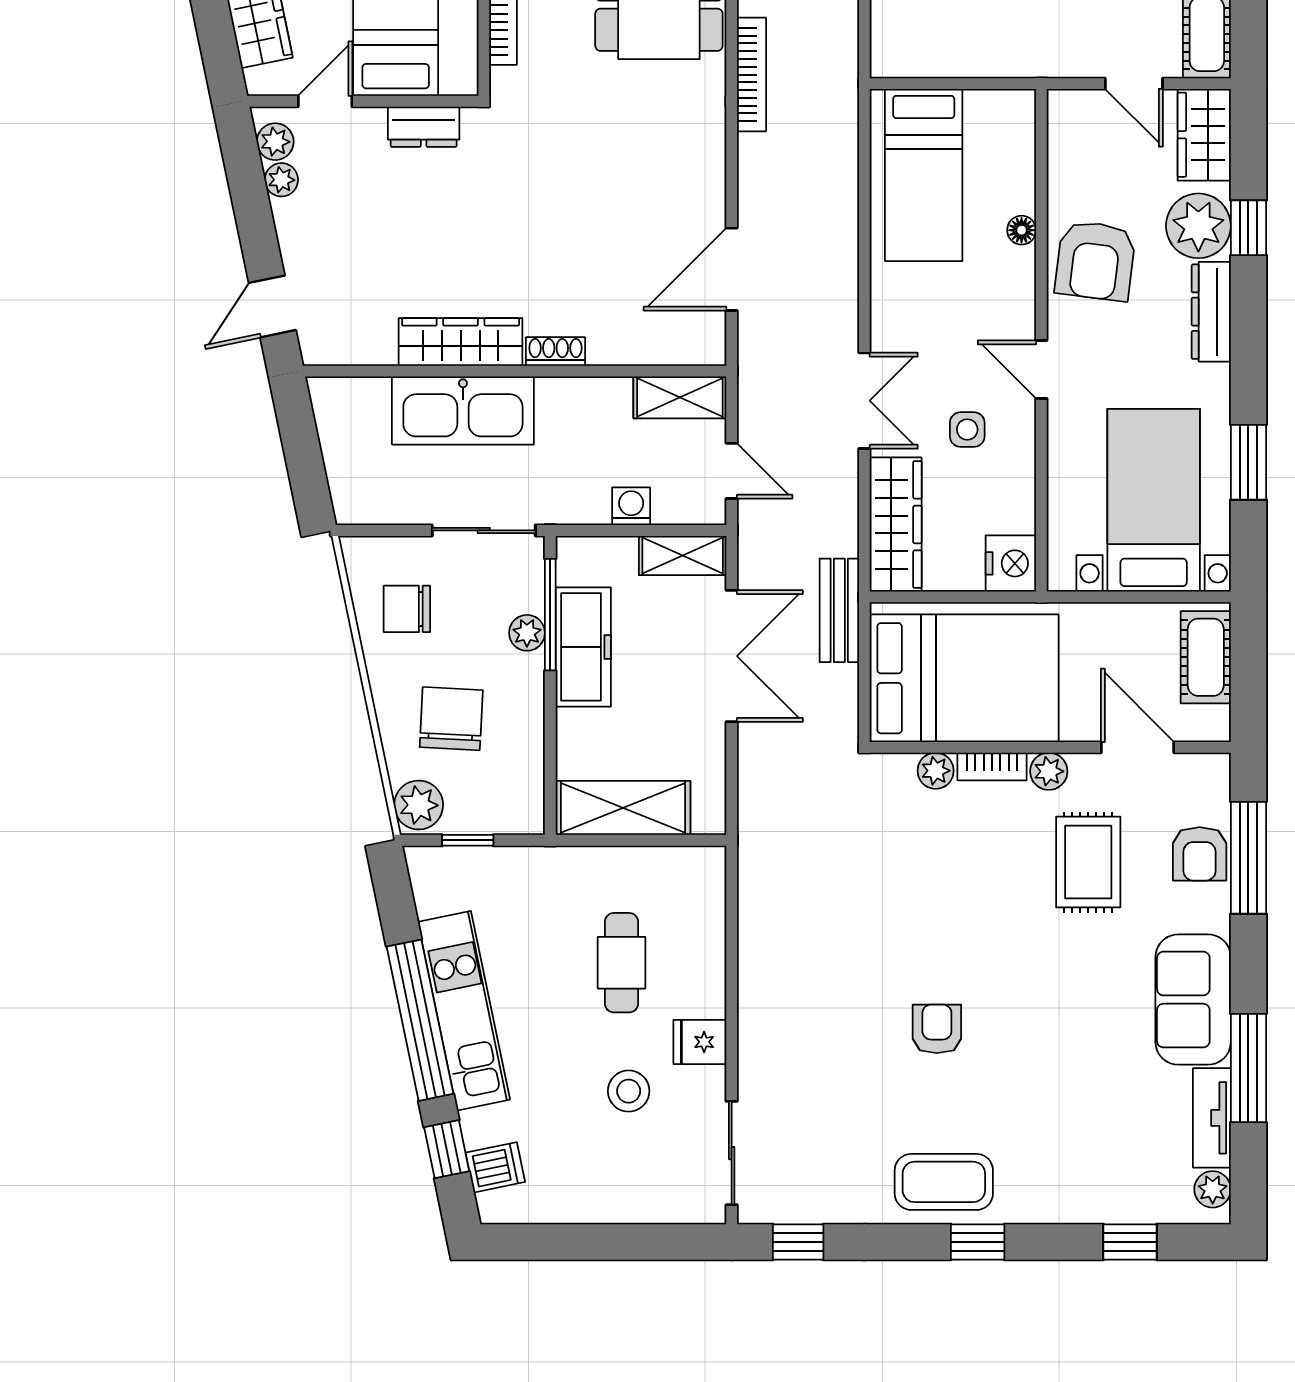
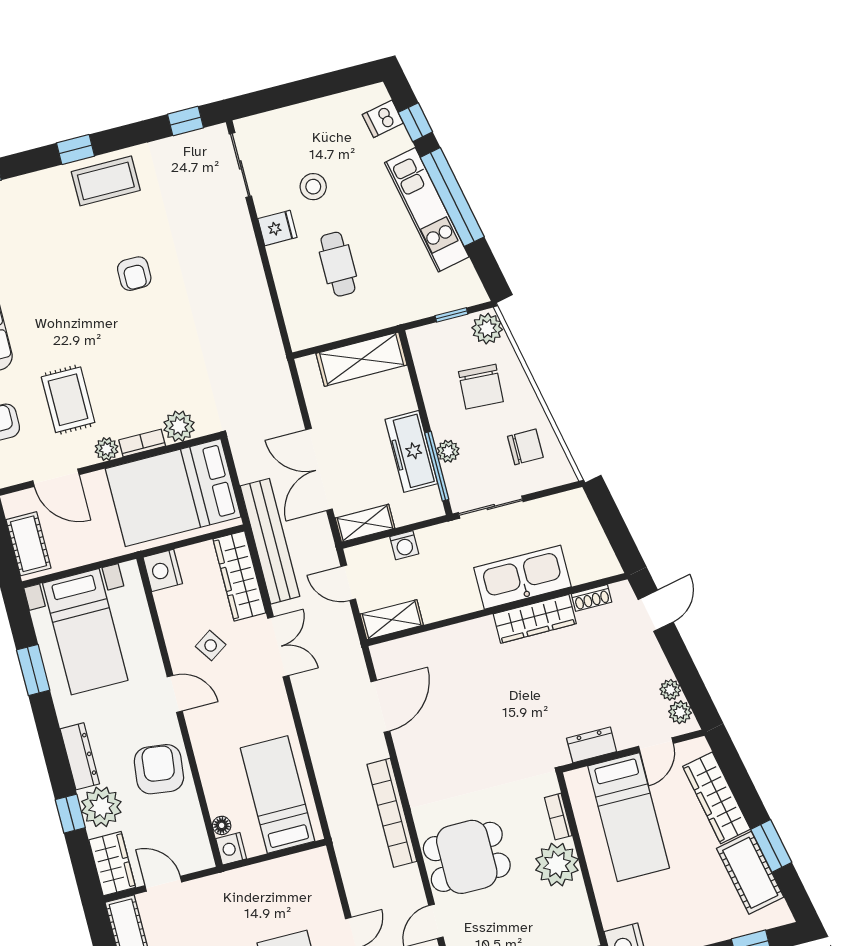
bookcase: (751, 75) -> (392, 813), width x1.48, depth x1.31
nightstand: (1016, 110) -> (231, 849), added
floor lamp: (1022, 230) -> (222, 825), moved
shoe rack: (556, 352) -> (591, 598), moved
double door: (864, 401) -> (278, 647), swing flipped
side table: (967, 430) -> (211, 645), turned -34
bench: (839, 610) -> (270, 541), width x1.86, depth x1.21
plant: (936, 771) -> (179, 426), width x1.38, depth x1.38

